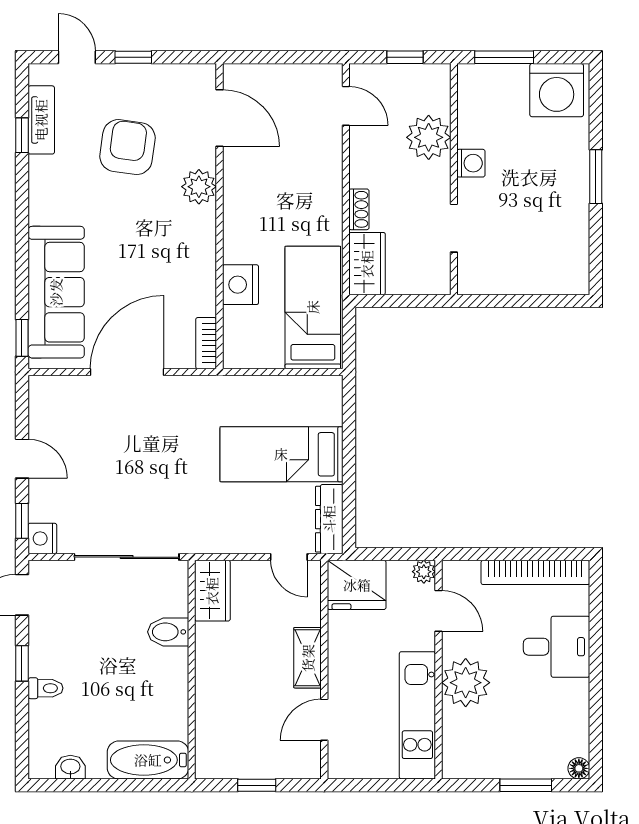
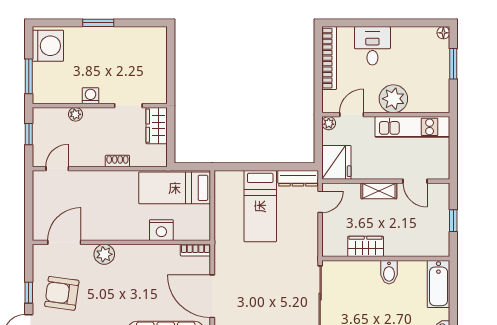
plant: (429, 137) -> (75, 114), width x0.53, depth x0.53
armchair: (127, 147) -> (62, 293), moved
wardrobe: (367, 264) -> (157, 126), moved, turned -90
wardrobe: (212, 591) -> (366, 246), moved
bidet: (168, 632) -> (389, 272), moved

